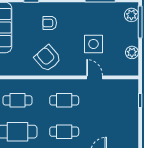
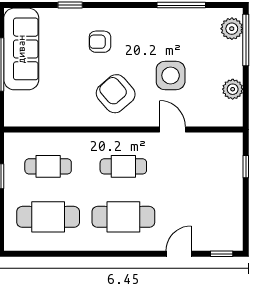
armchair: (48, 58) -> (116, 94), moved
cafe table: (64, 132) -> (123, 217), width x1.37, depth x1.35

